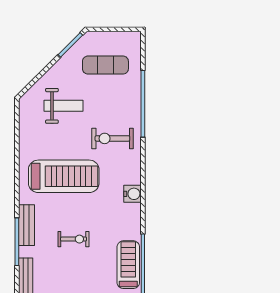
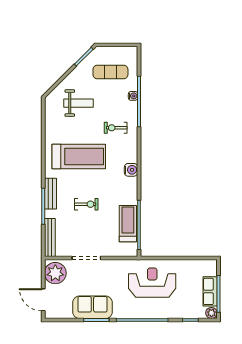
water cooler: (135, 96) -> (133, 96), added
exercise bike: (112, 138) -> (116, 128), width x0.73, depth x0.72

